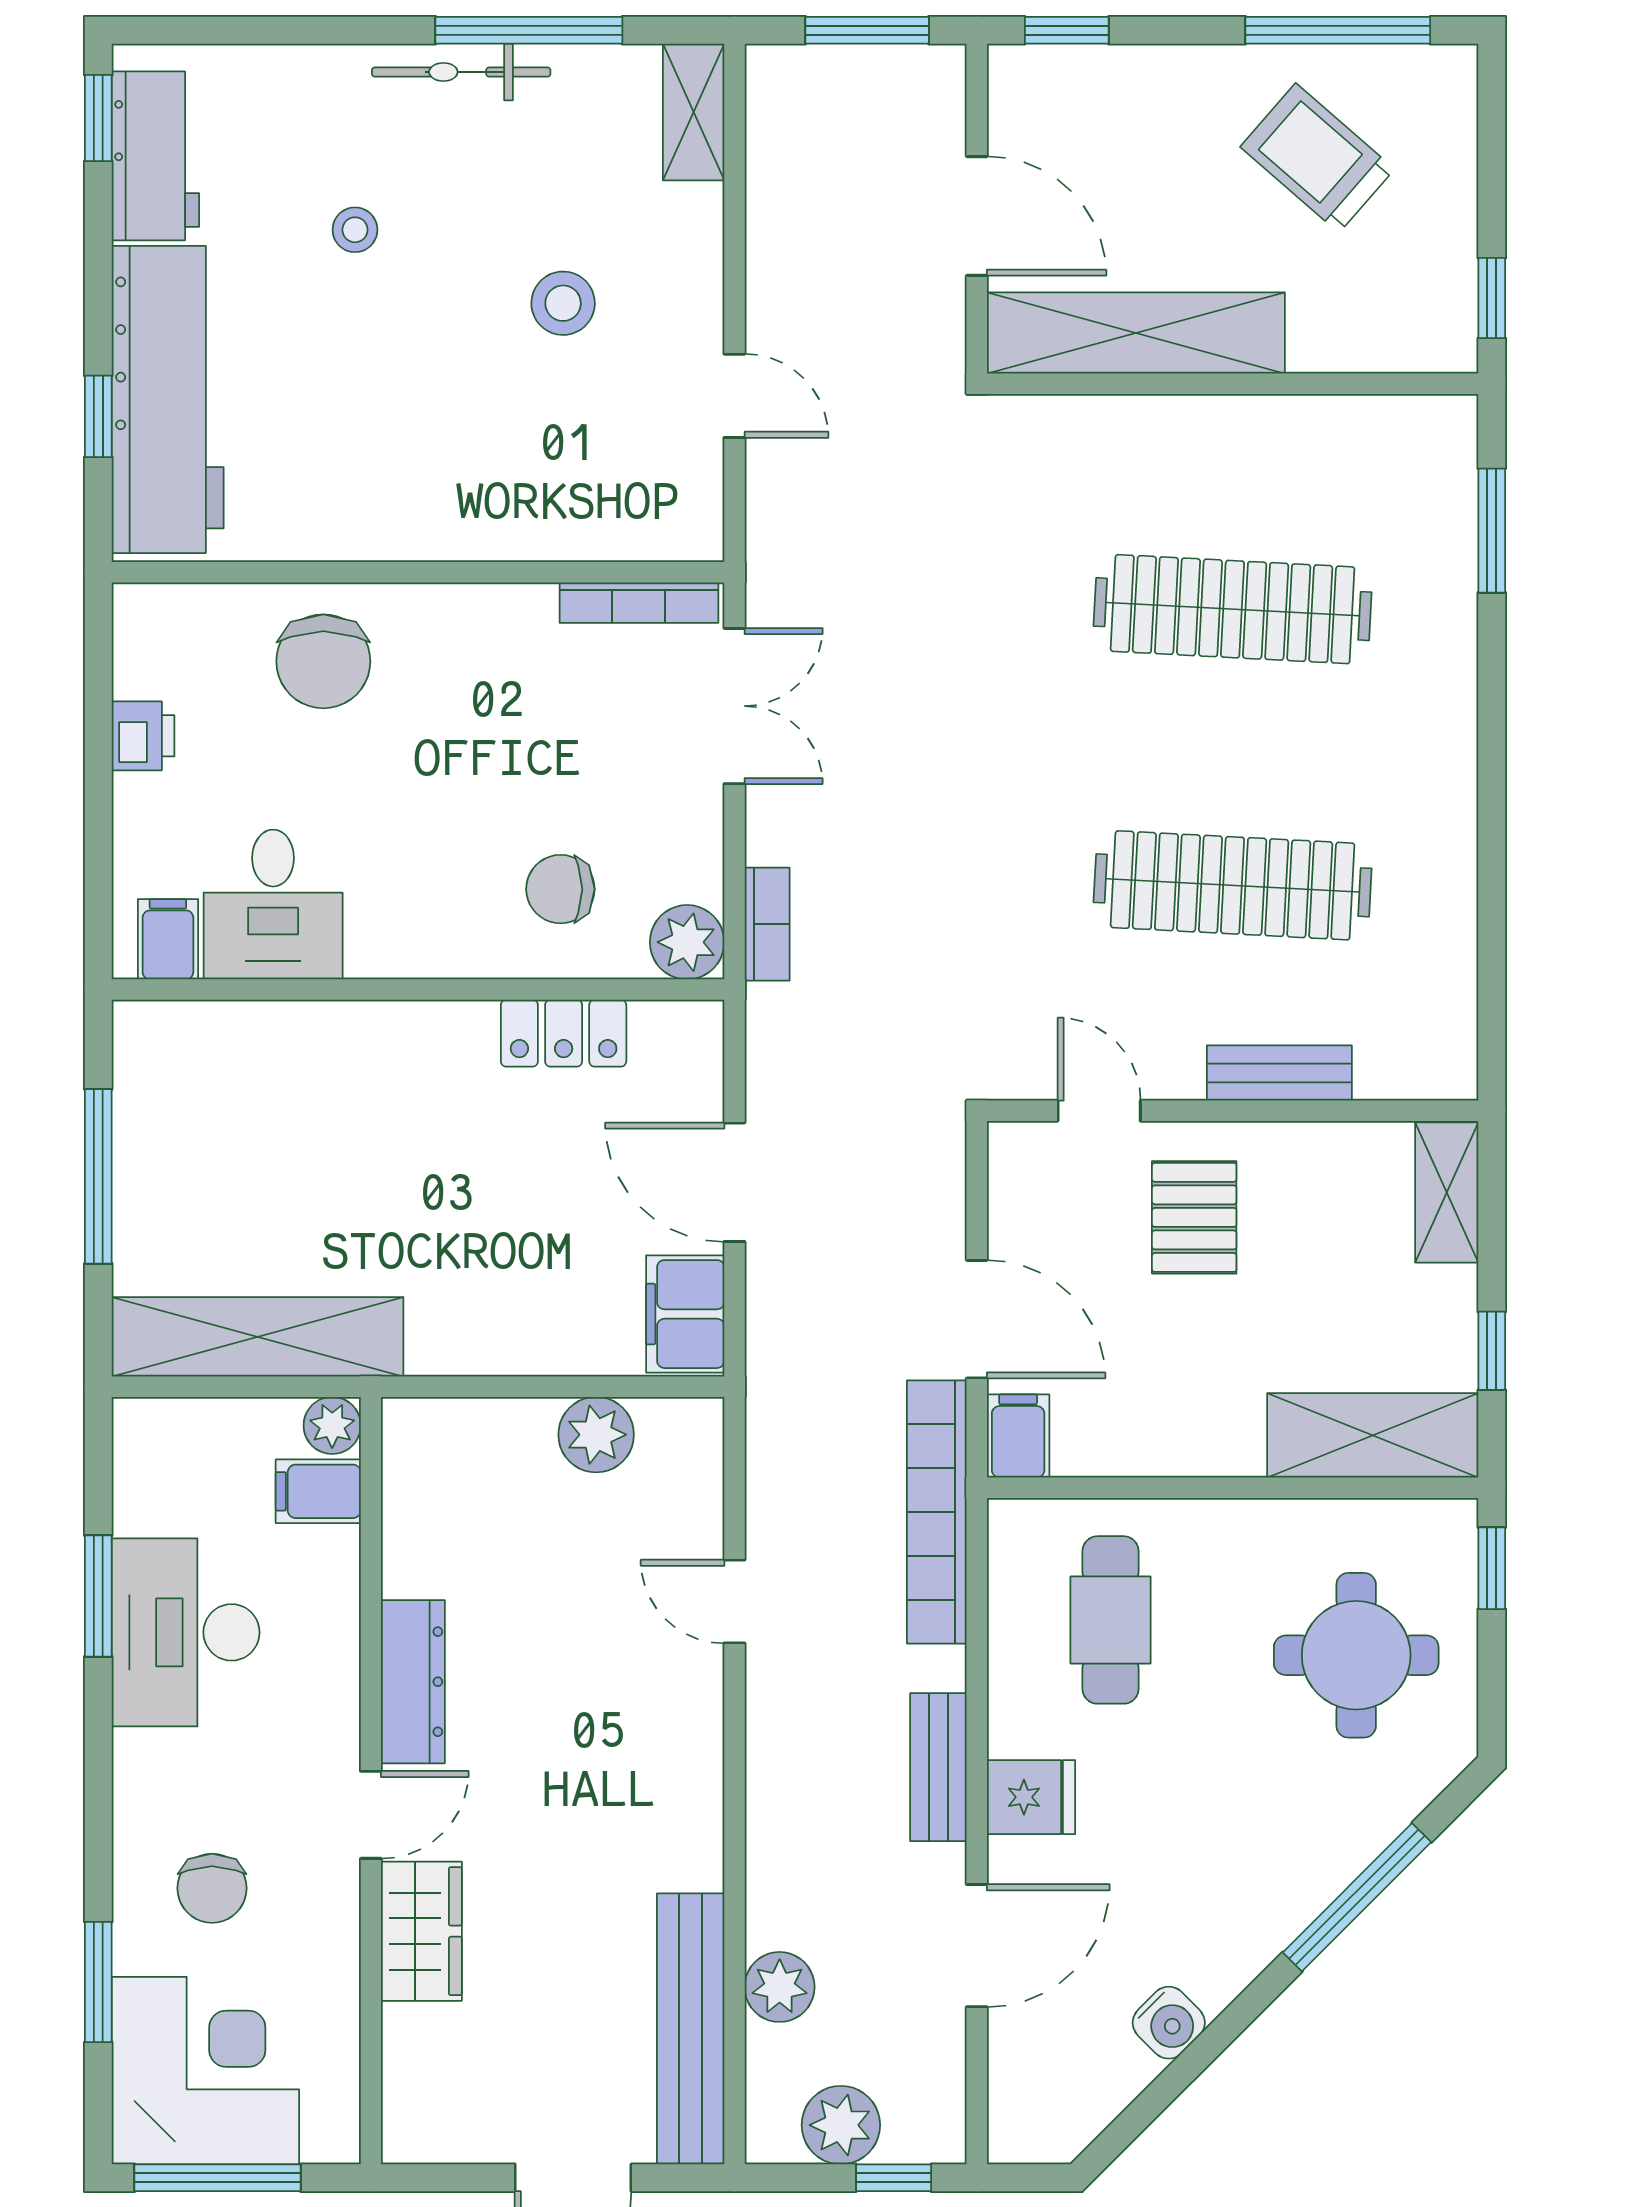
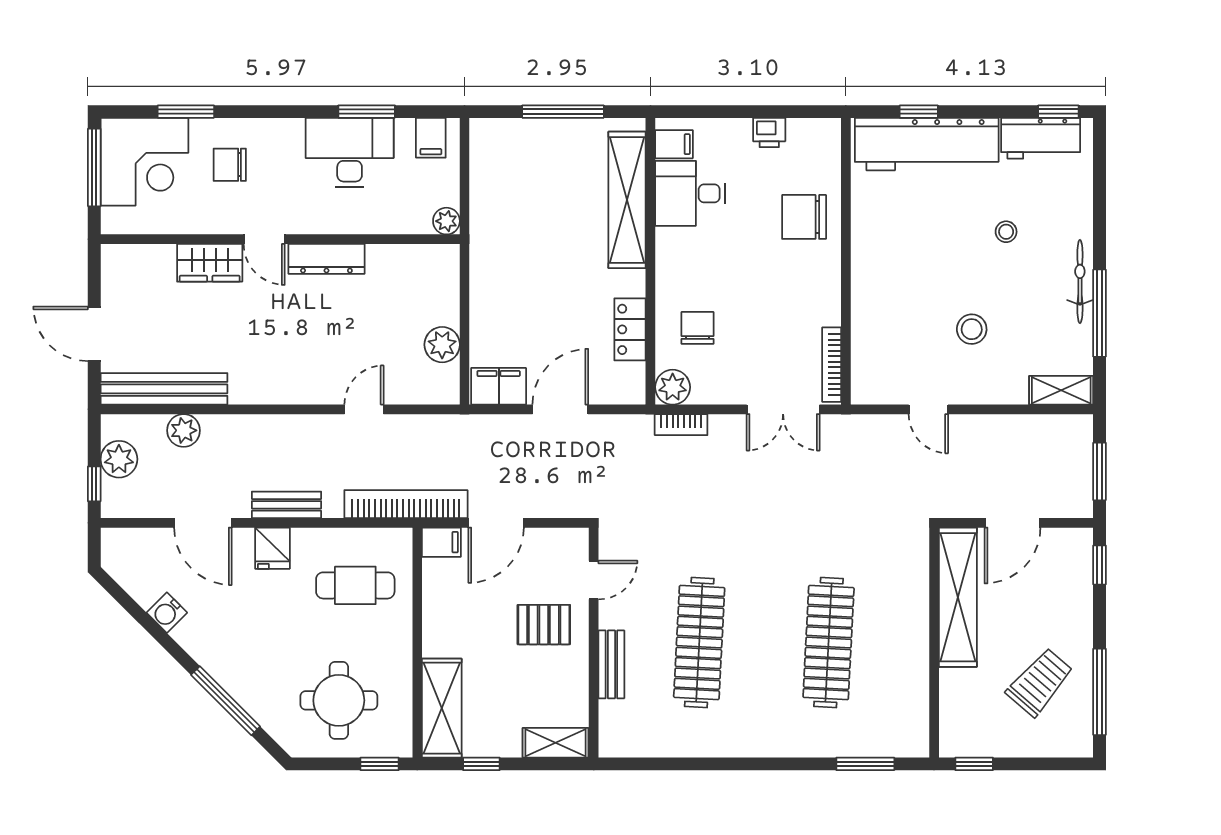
door: (734, 396) -> (928, 409), hinge flipped
shelving: (258, 1337) -> (627, 200), moved
filing cabinet: (318, 1491) -> (431, 138), moved, turned 180

